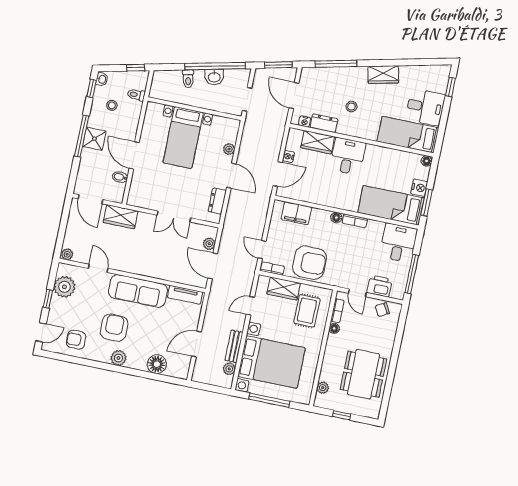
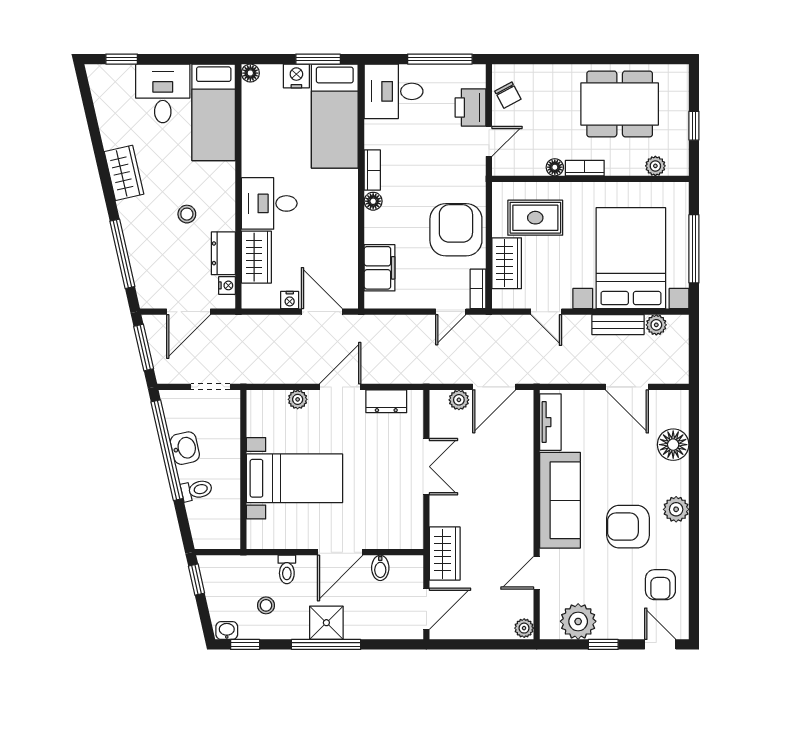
toilet: (136, 95) -> (287, 569), moved
bookcase: (337, 311) -> (585, 168), moved

